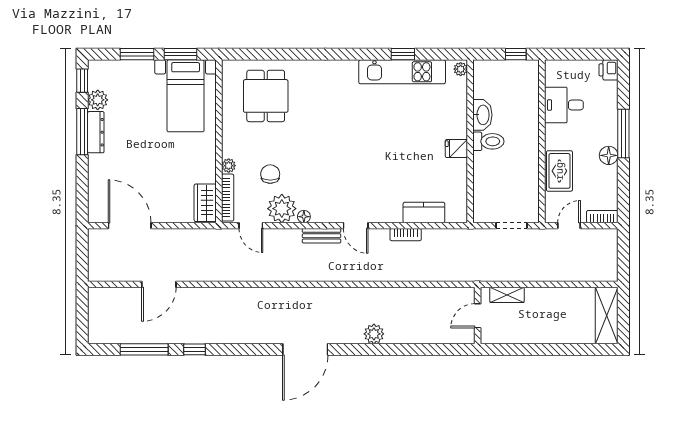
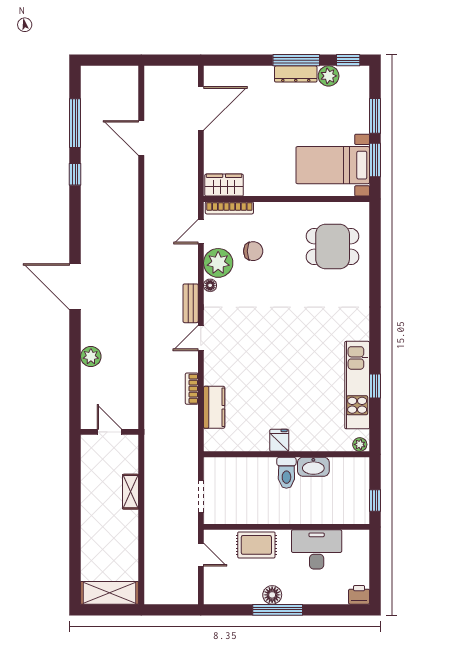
desk: (564, 105) -> (317, 549), width x1.37
window: (623, 134) -> (278, 610), moved
plant: (229, 166) -> (262, 209), removed
bookcase: (602, 217) -> (210, 588), removed
door: (478, 316) -> (109, 432), moved
wall: (478, 316) -> (110, 432), moved

